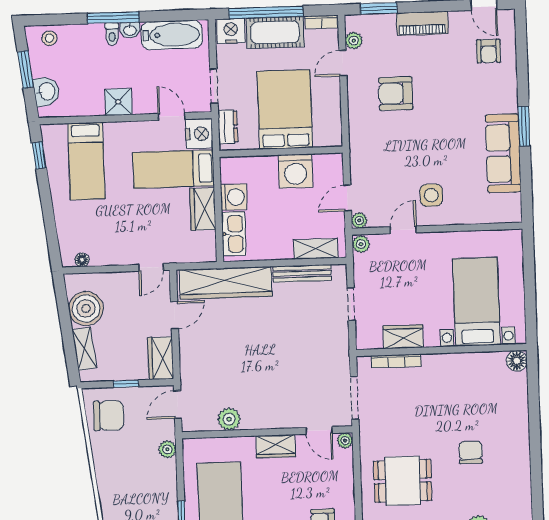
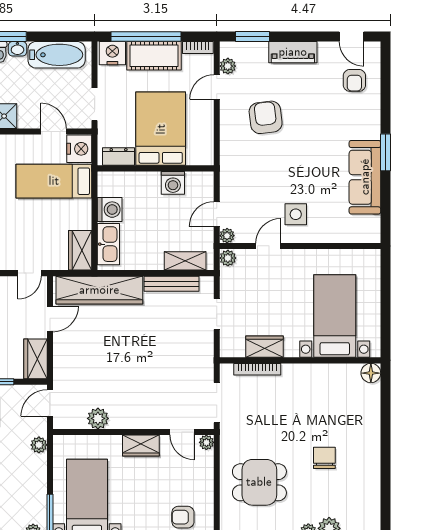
armchair: (396, 94) -> (266, 117), turned 83
dresser: (228, 127) -> (119, 157), moved, turned -90
washing machine: (296, 171) -> (173, 183), width x0.73, depth x0.73
wardrobe: (203, 209) -> (80, 250), moved

